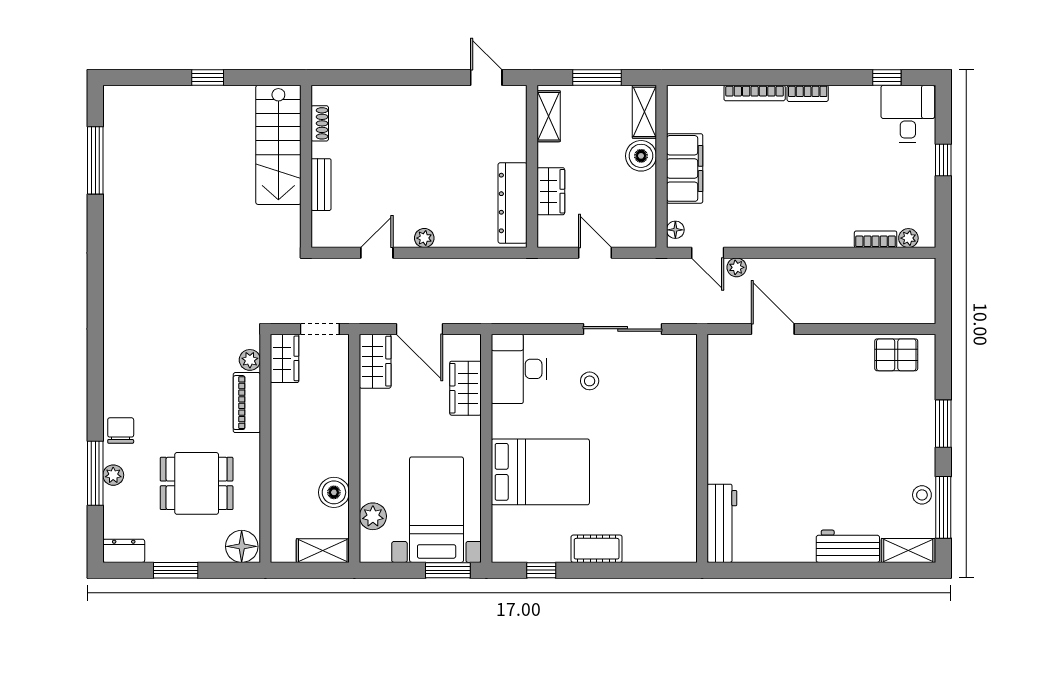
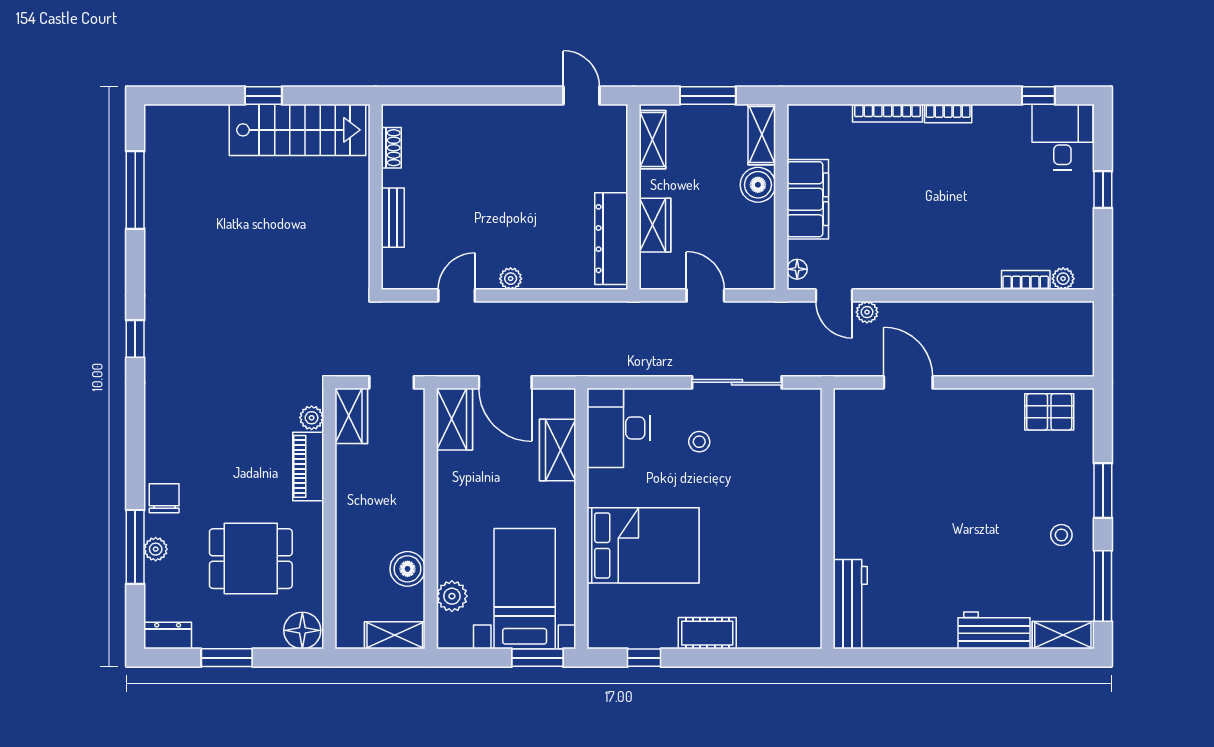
stairs: (278, 145) -> (297, 130), moved, turned -90
window: (95, 291) -> (135, 339), added
stool: (922, 495) -> (1061, 535), moved

